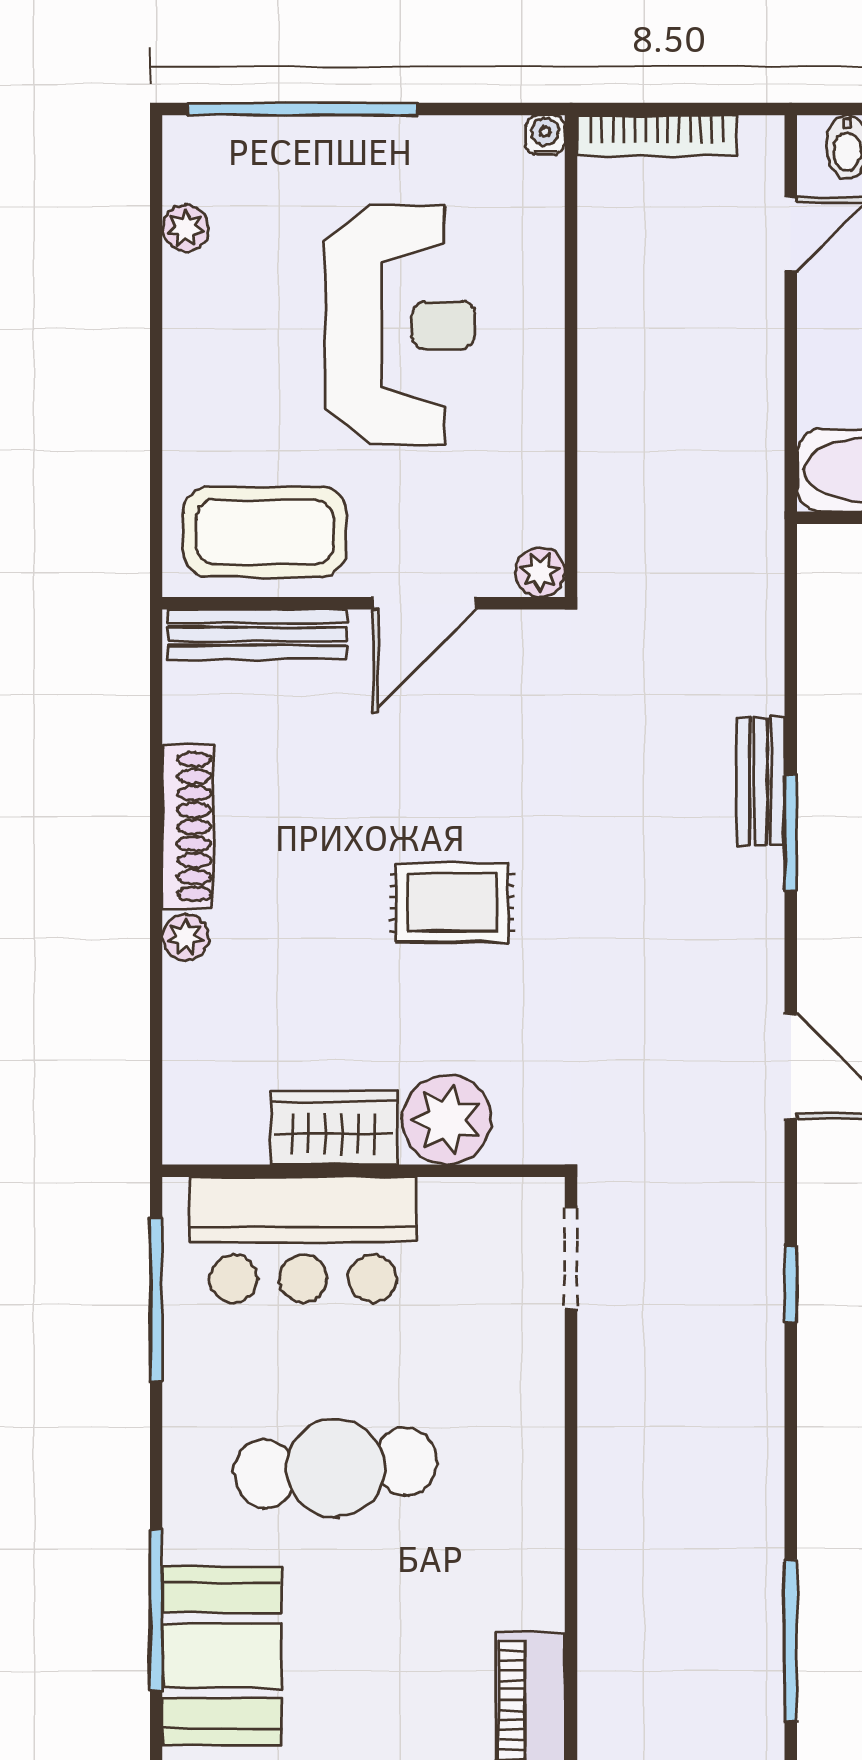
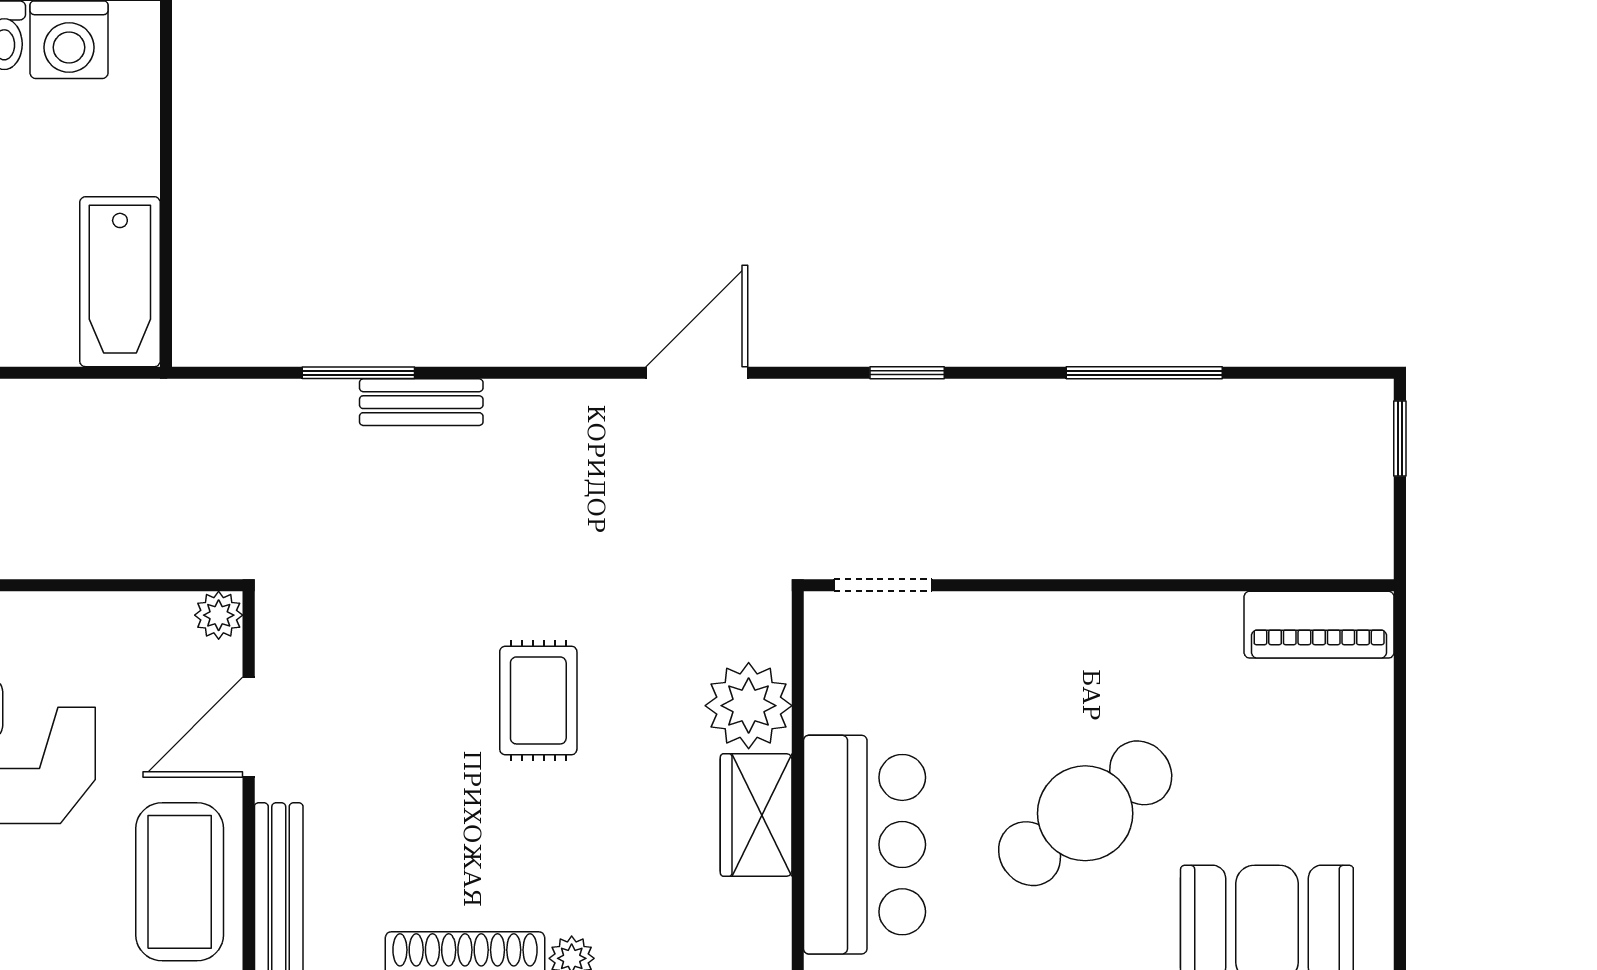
door: (424, 603) -> (249, 727), swing flipped
window: (791, 833) -> (358, 373), moved
cafe table: (335, 1468) -> (1085, 813), turned 59
window: (791, 1641) -> (1144, 373), moved

